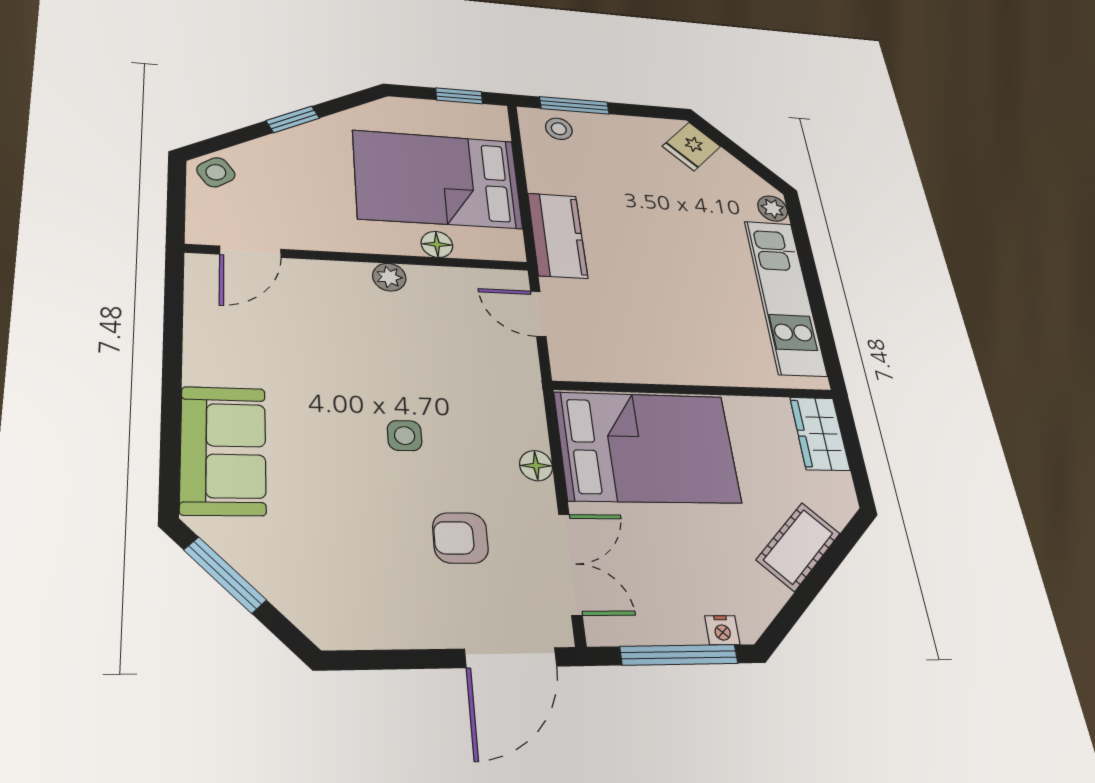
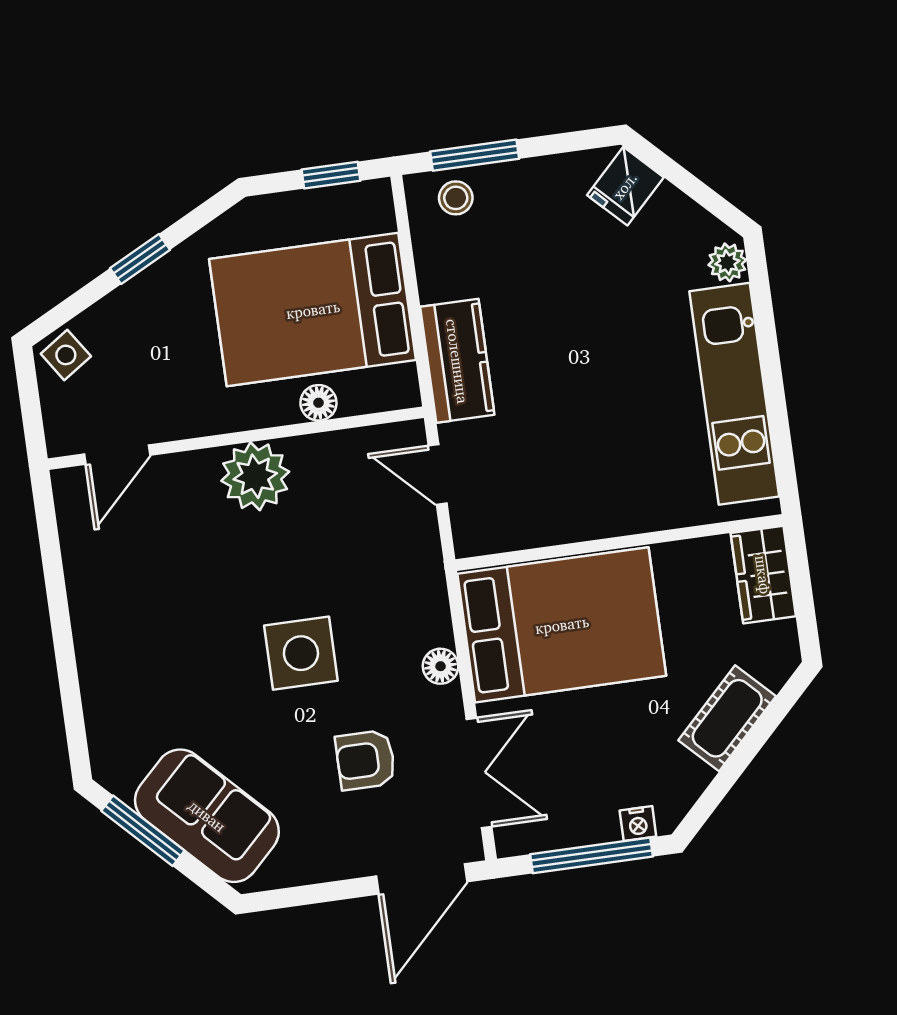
plant: (389, 277) -> (255, 476), width x1.87, depth x1.87
side table: (405, 436) -> (301, 653), width x1.87, depth x1.87
sofa: (223, 450) -> (207, 816), moved, turned -44

